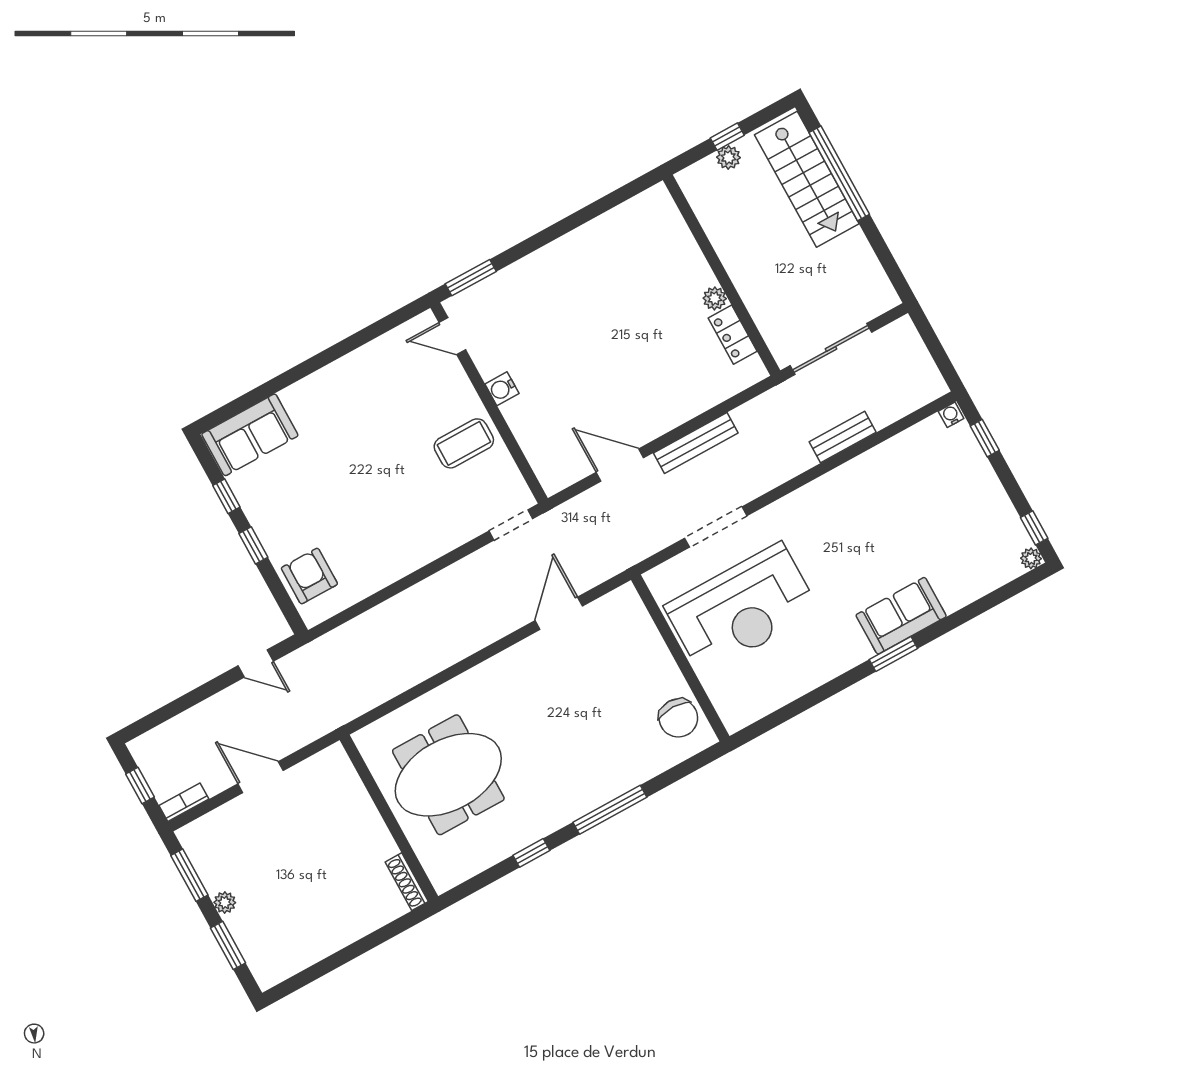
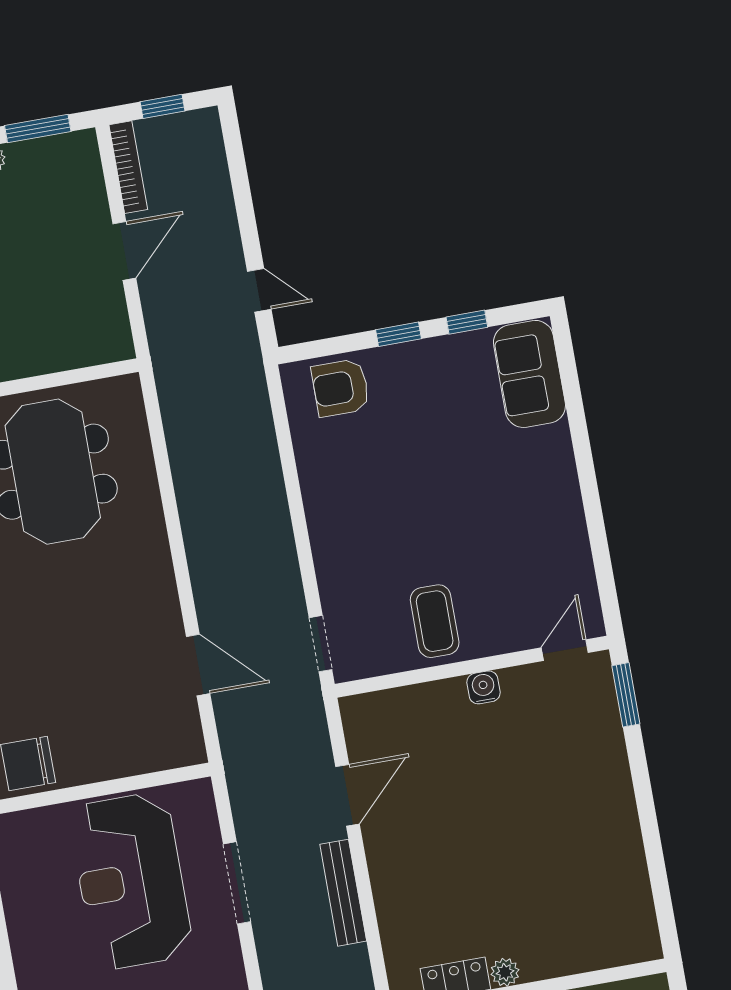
armchair: (309, 576) -> (341, 388), turned 180
door: (256, 664) -> (259, 290), swing flipped
bookcase: (184, 802) -> (128, 167), width x1.56

